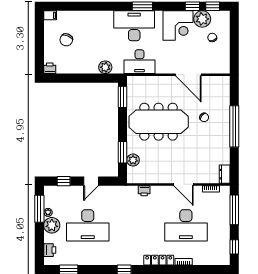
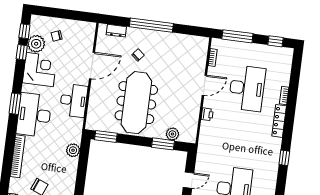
bookcase: (93, 15) -> (18, 156), added
desk: (140, 62) -> (74, 101), moved
dresser: (225, 174) -> (116, 31), moved
door: (91, 181) -> (189, 180), hinge flipped
printer: (144, 191) -> (207, 114), moved

